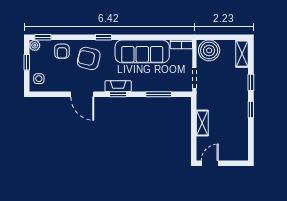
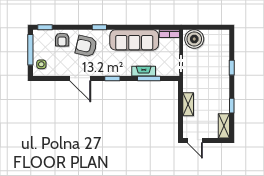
plant: (35, 45) -> (38, 34), removed
shelving: (242, 54) -> (224, 126), moved
window: (27, 62) -> (30, 50), width x2.17
fireplace: (118, 86) -> (144, 71), moved
window: (251, 109) -> (232, 106), moved
door: (210, 163) -> (195, 140), swing flipped

